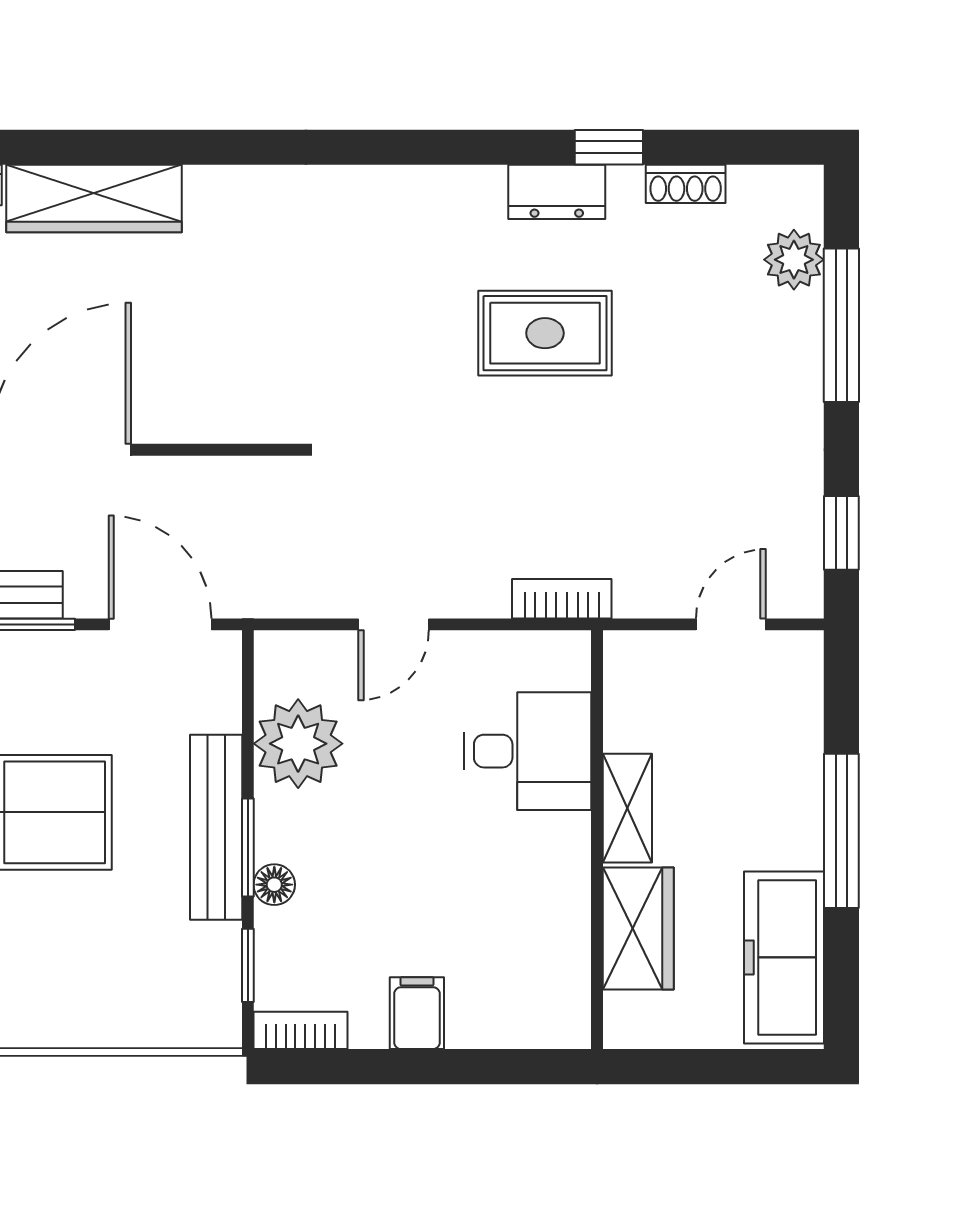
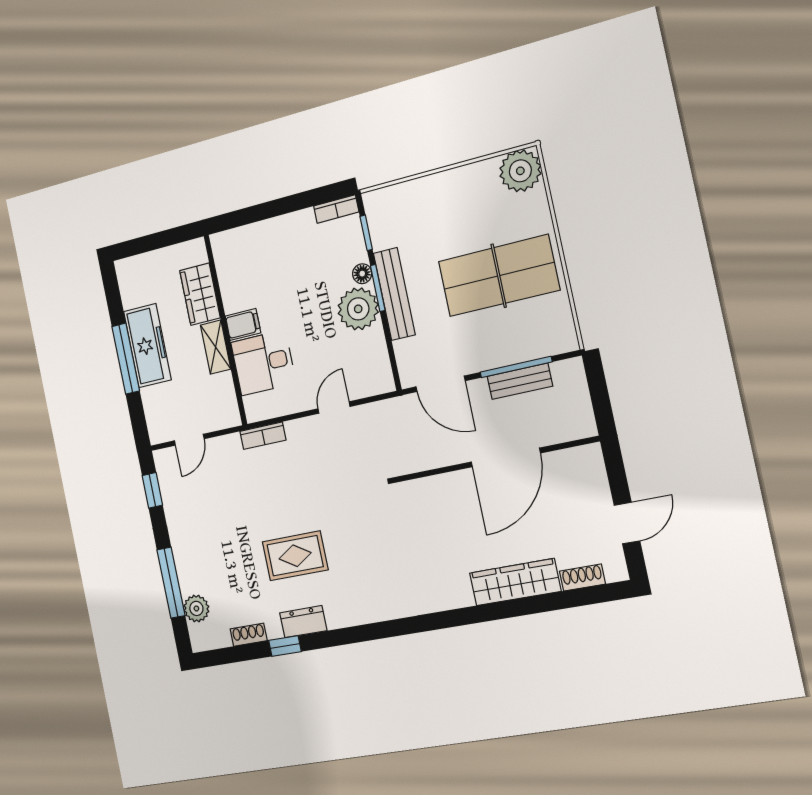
plant: (298, 744) -> (358, 309), moved
freezer: (784, 957) -> (147, 346), moved
filing cabinet: (417, 1013) -> (243, 324), moved, turned -90

